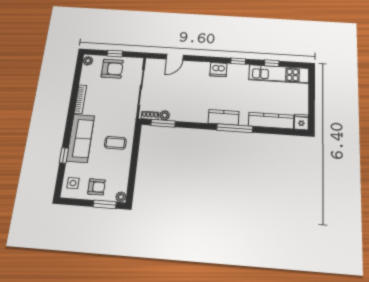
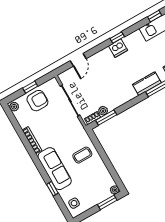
window: (238, 61) -> (117, 37), moved
armchair: (97, 187) -> (93, 195), removed

